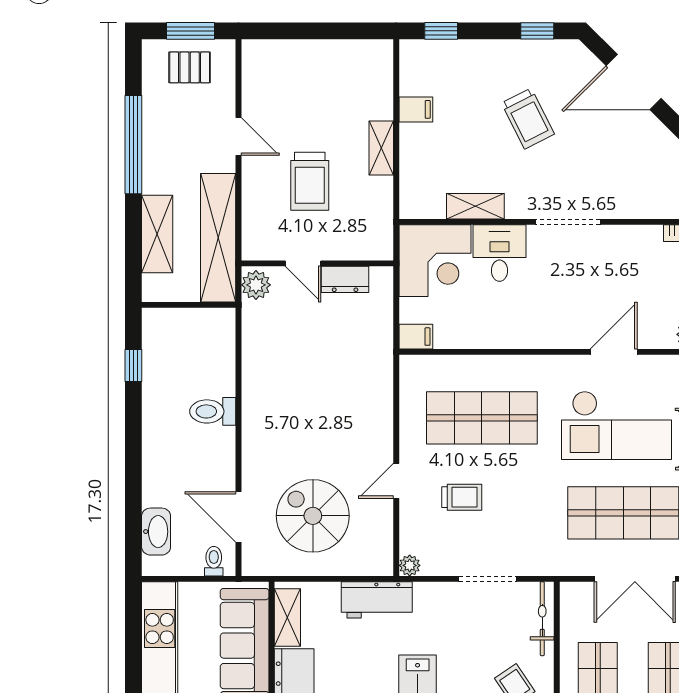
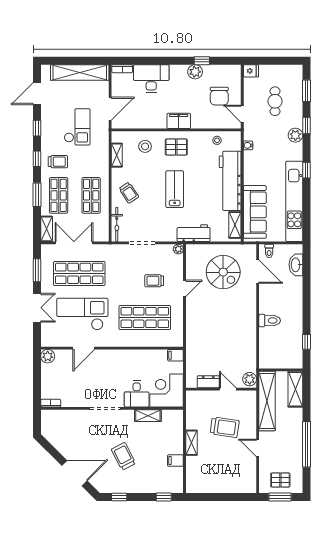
trolley: (310, 181) -> (225, 427), turned 98
shelving: (157, 234) -> (295, 389), moved

